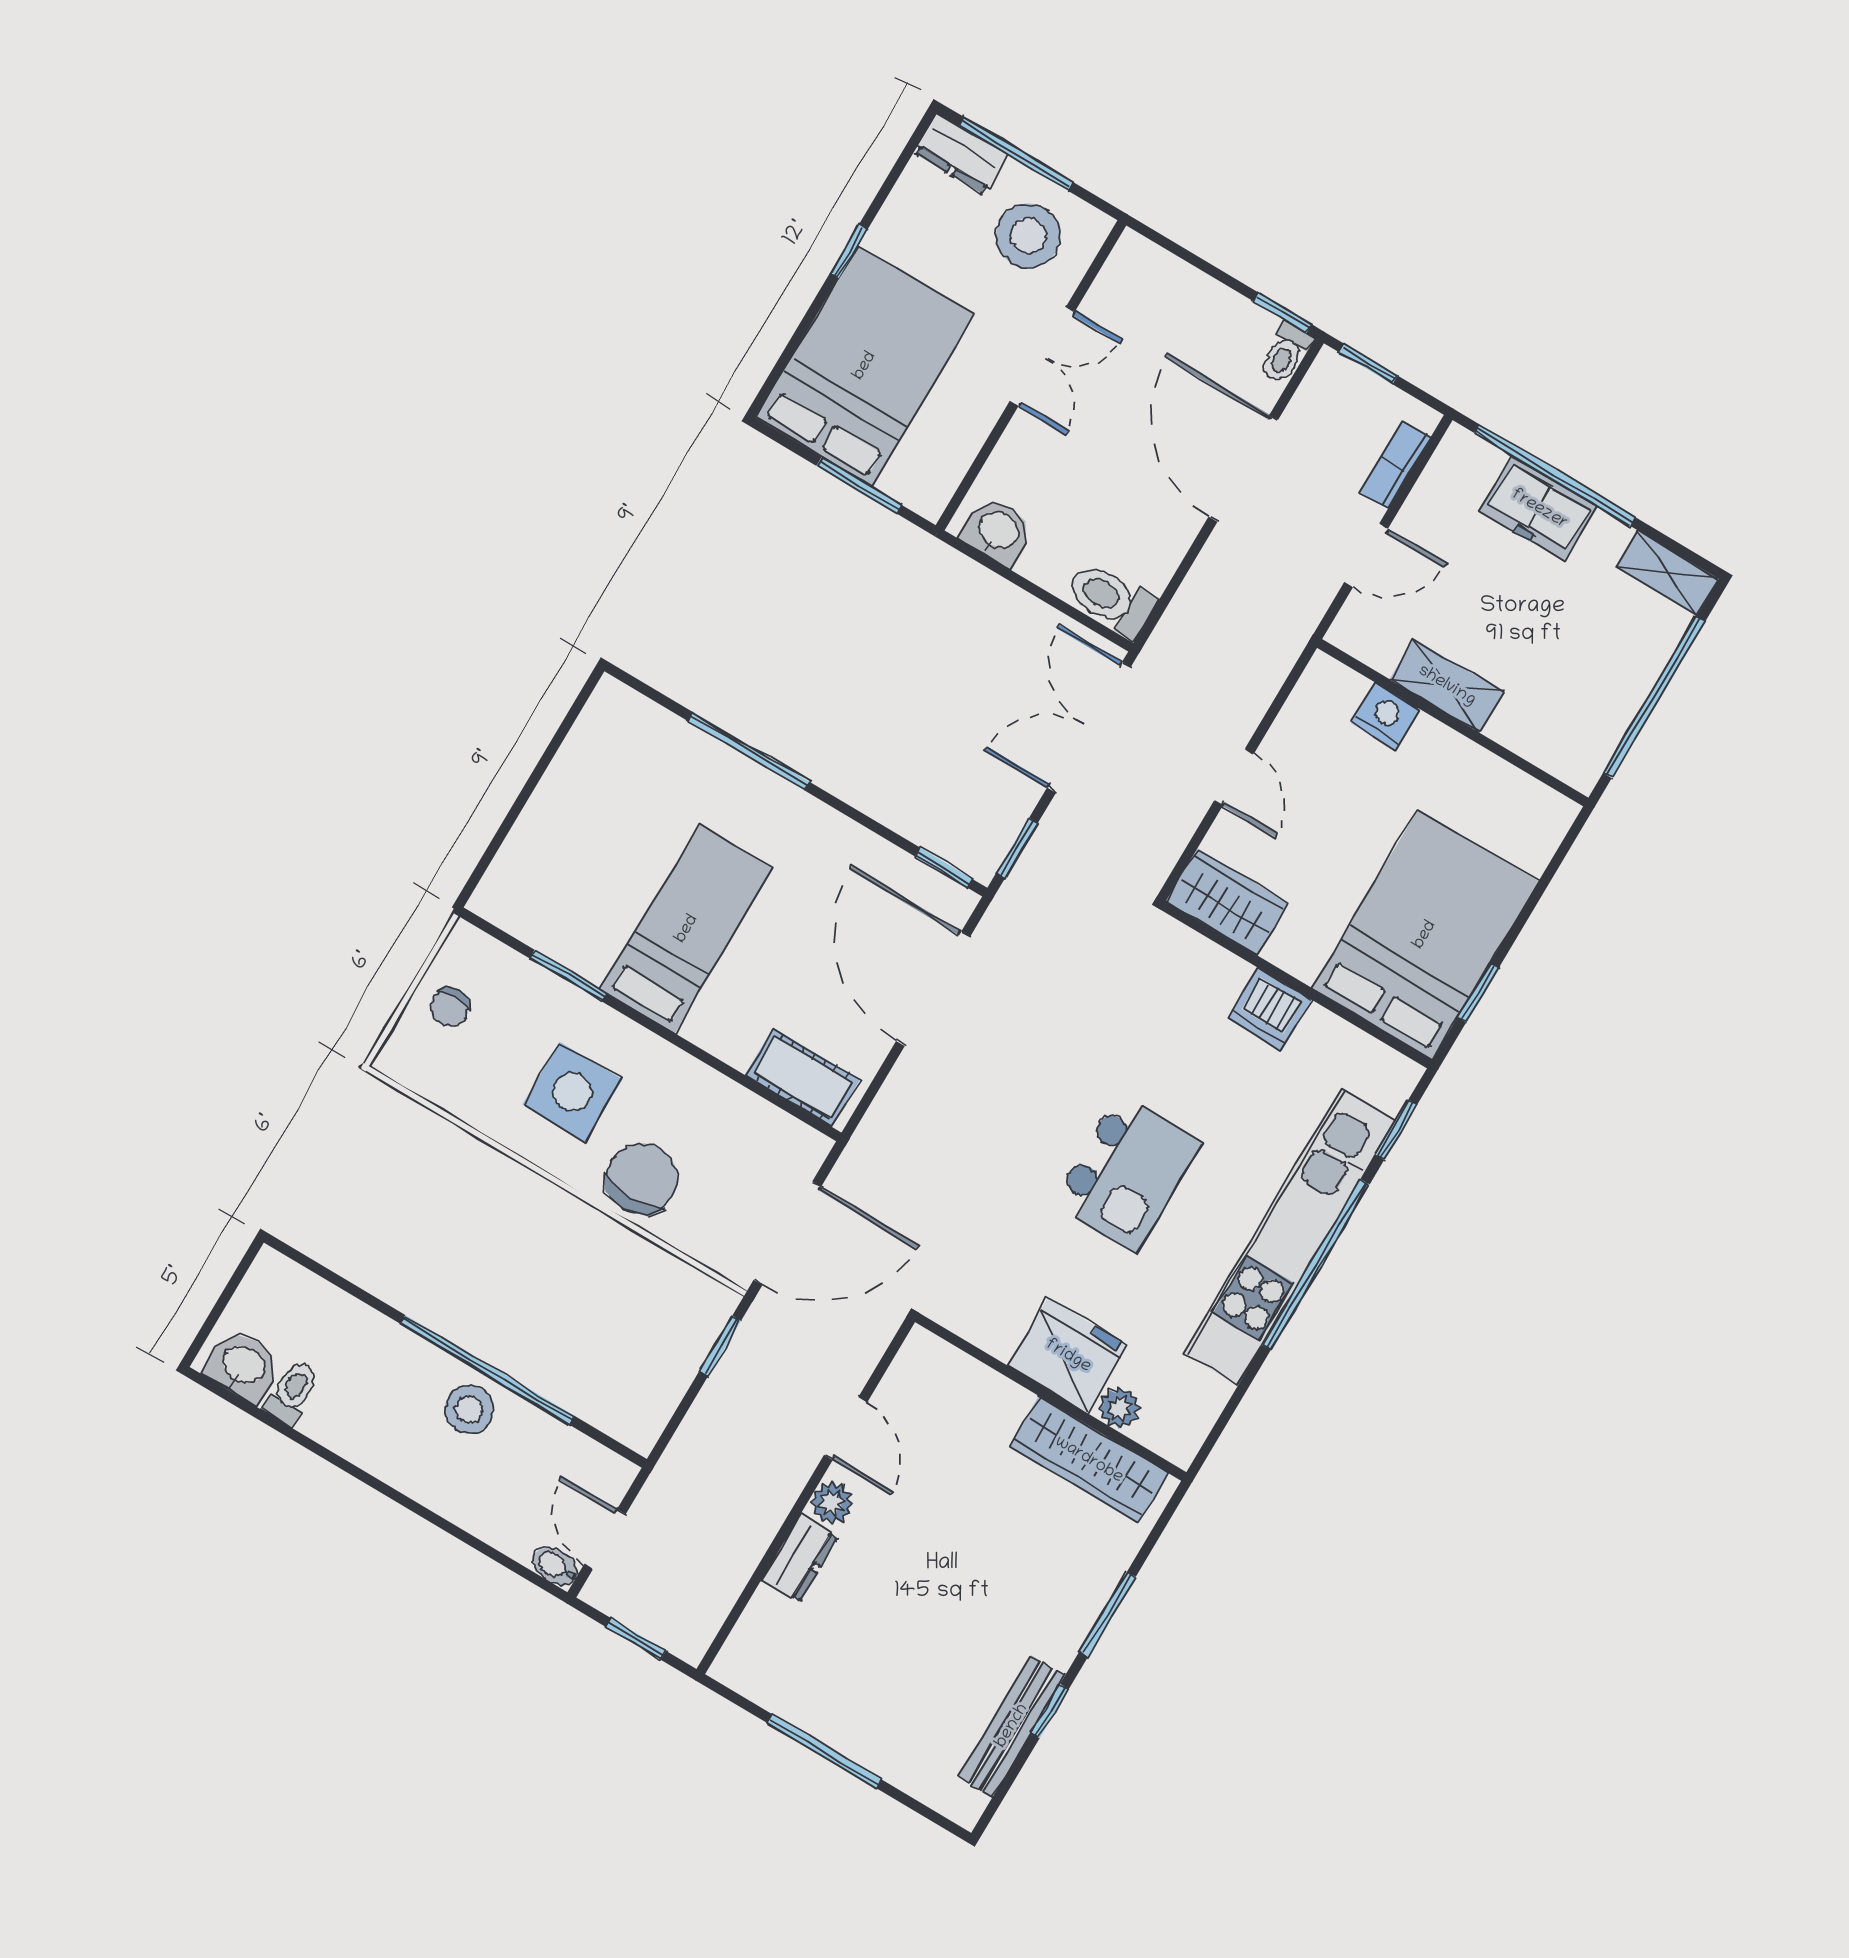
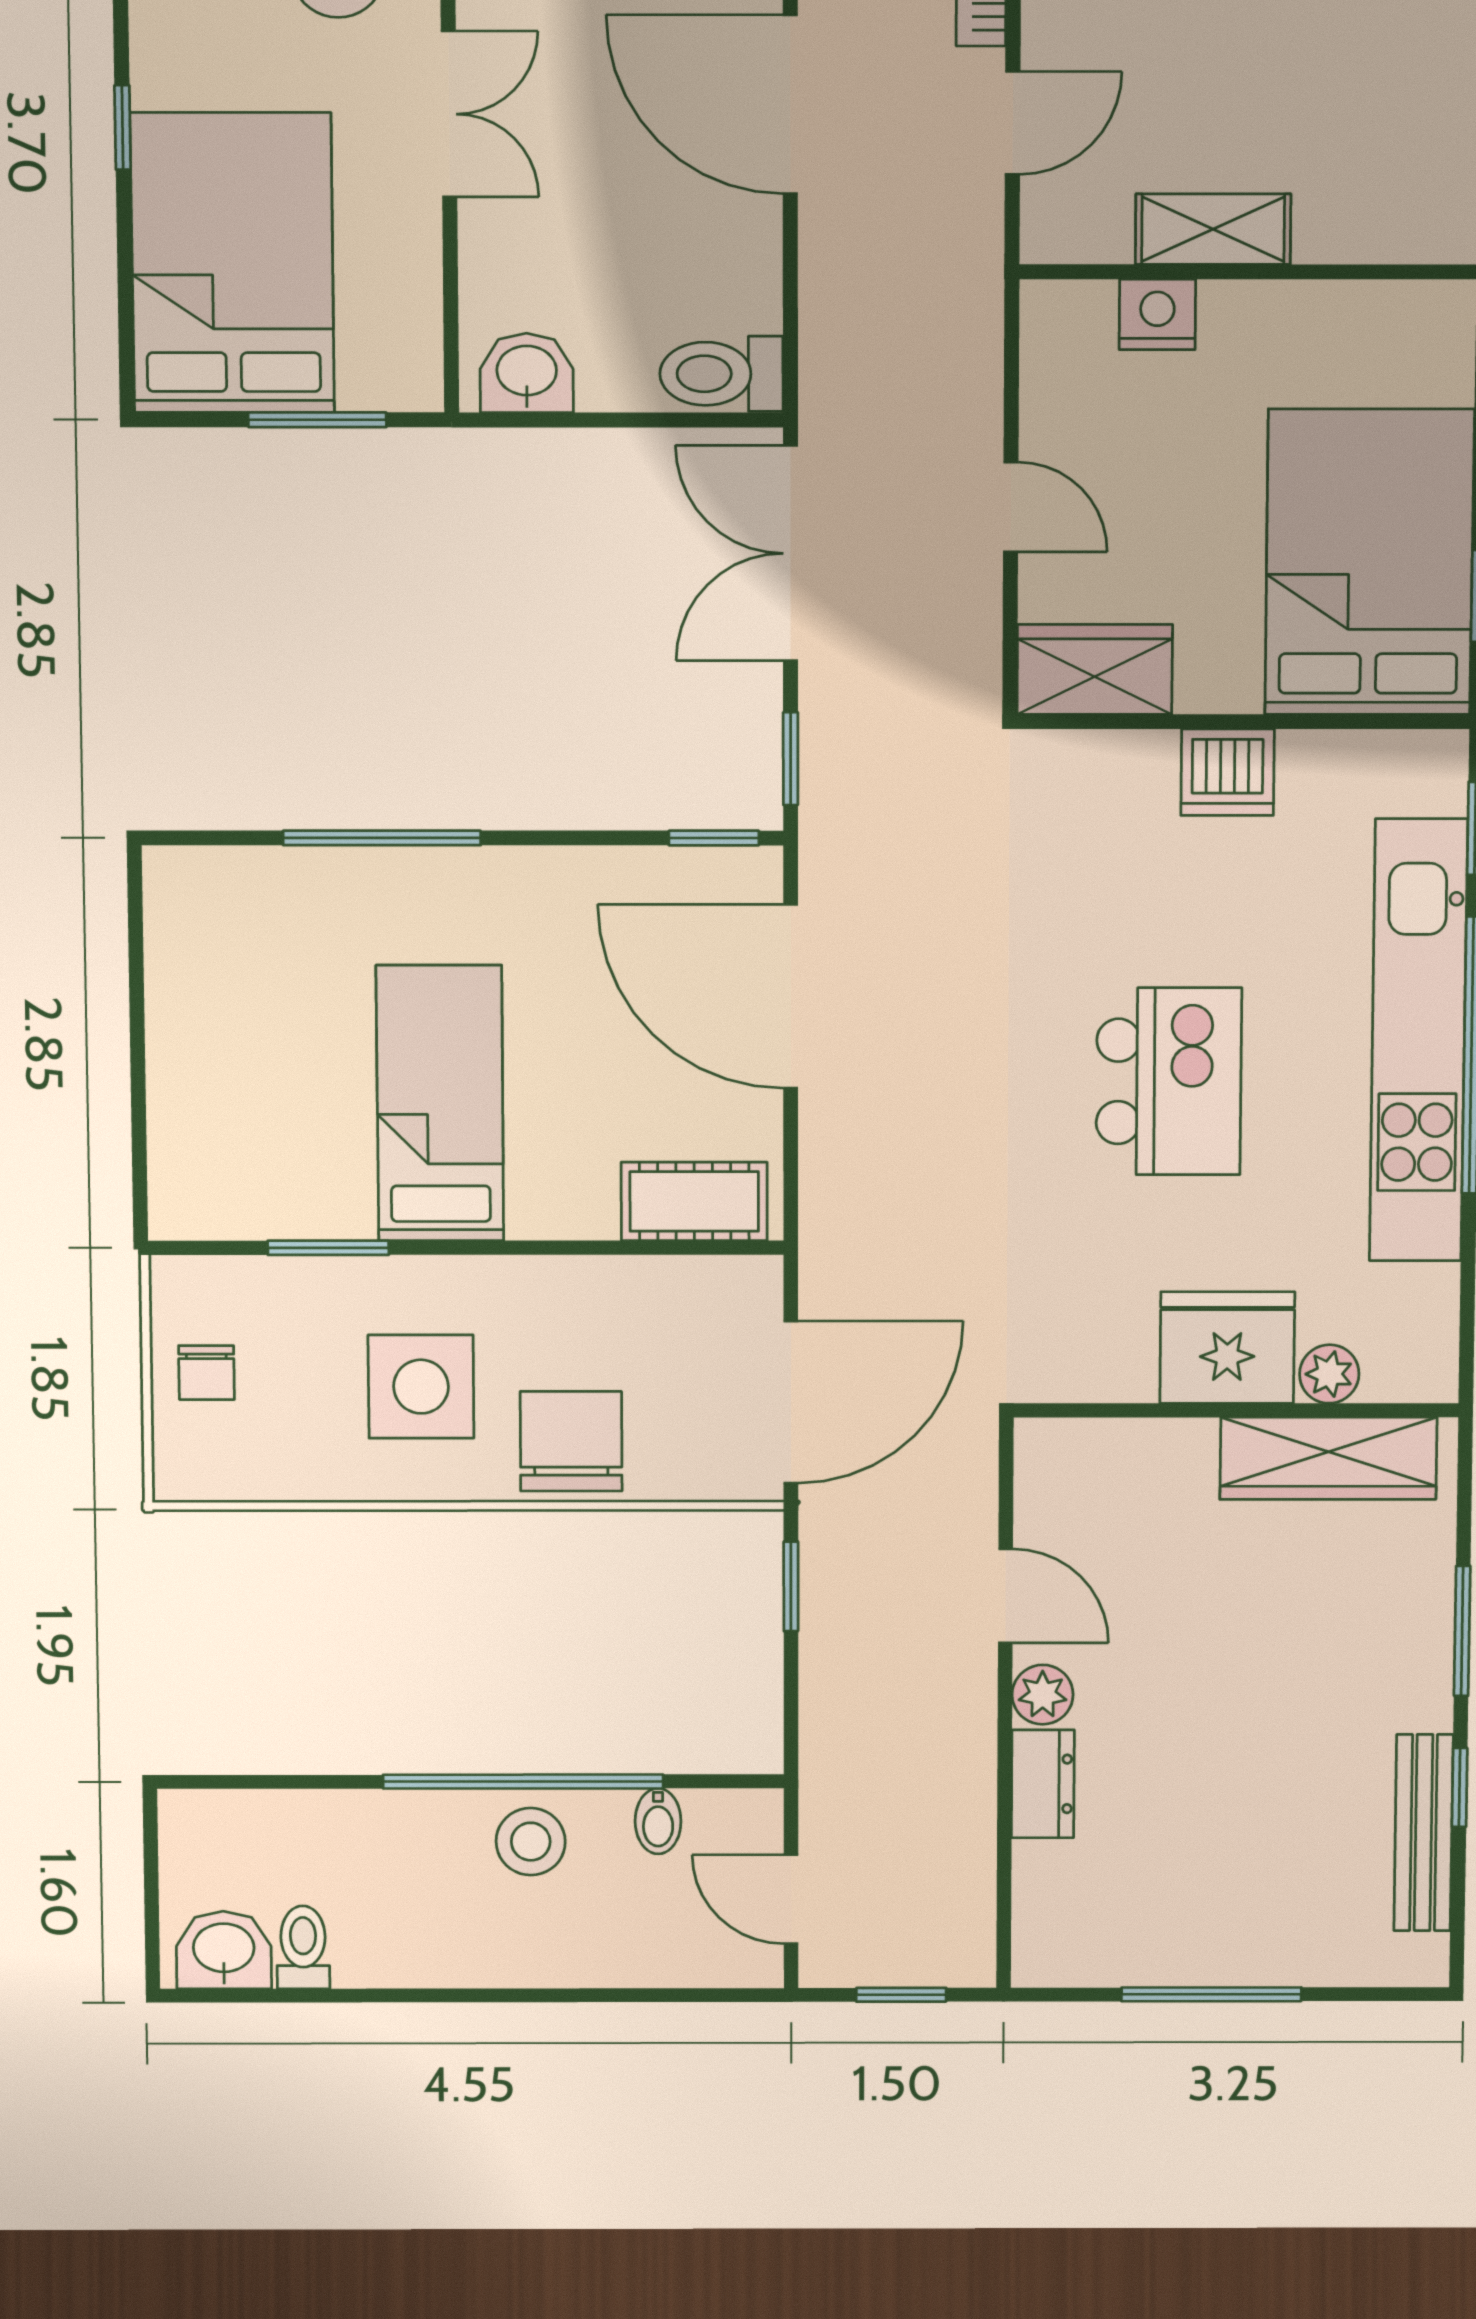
bidet: (555, 1566) -> (658, 1821), moved, turned -90

